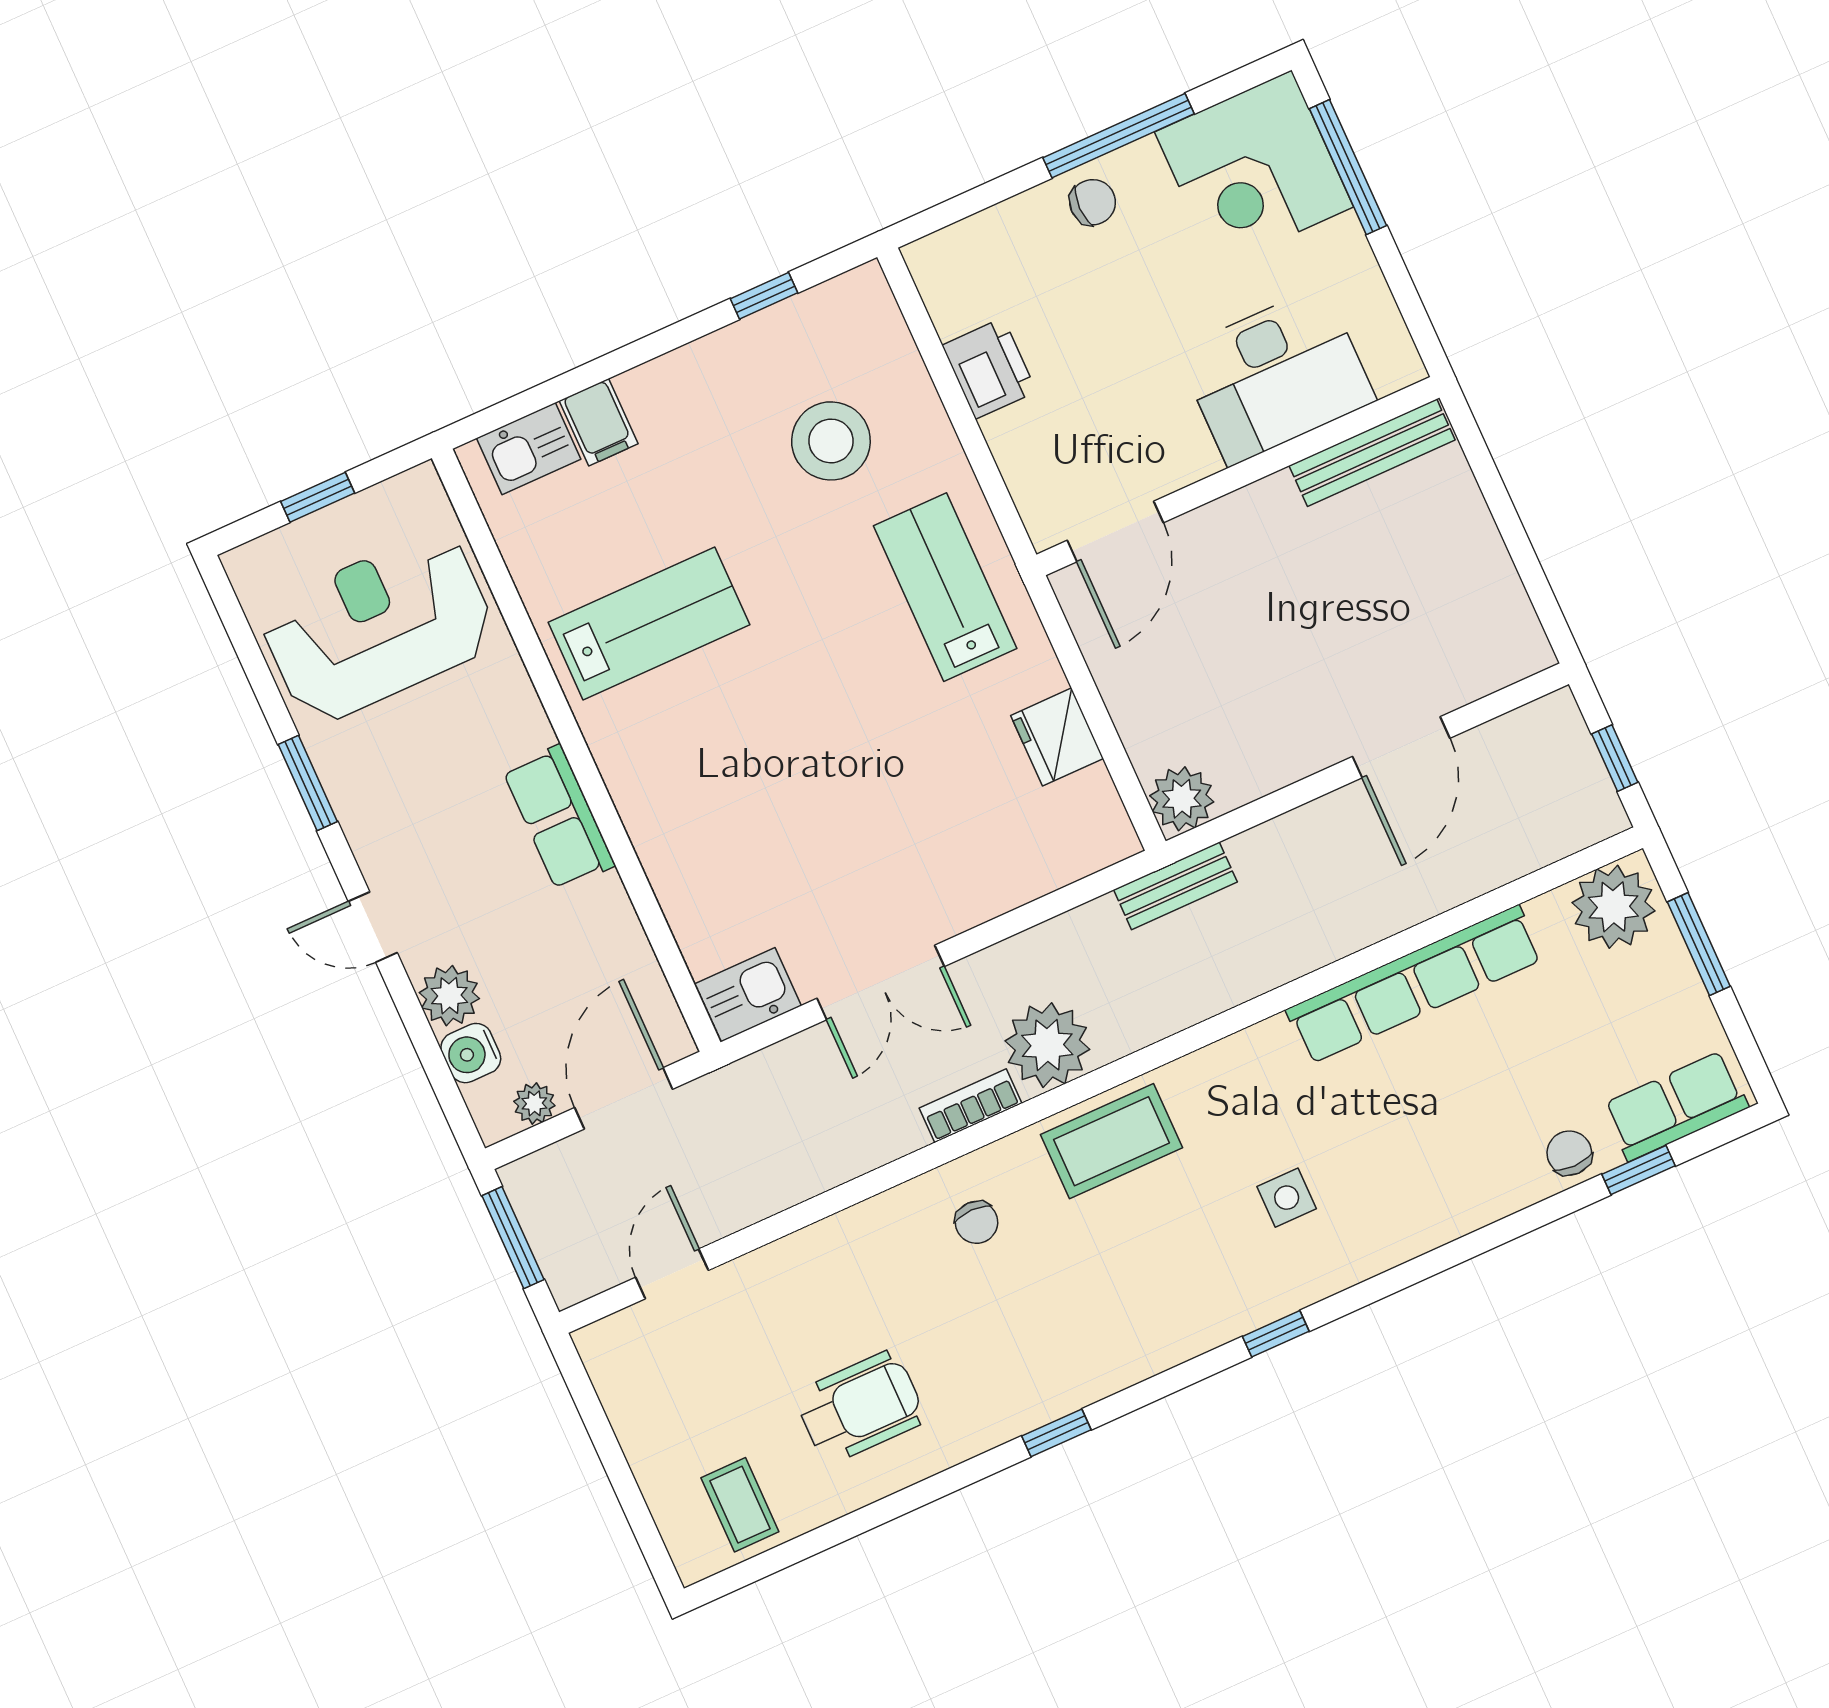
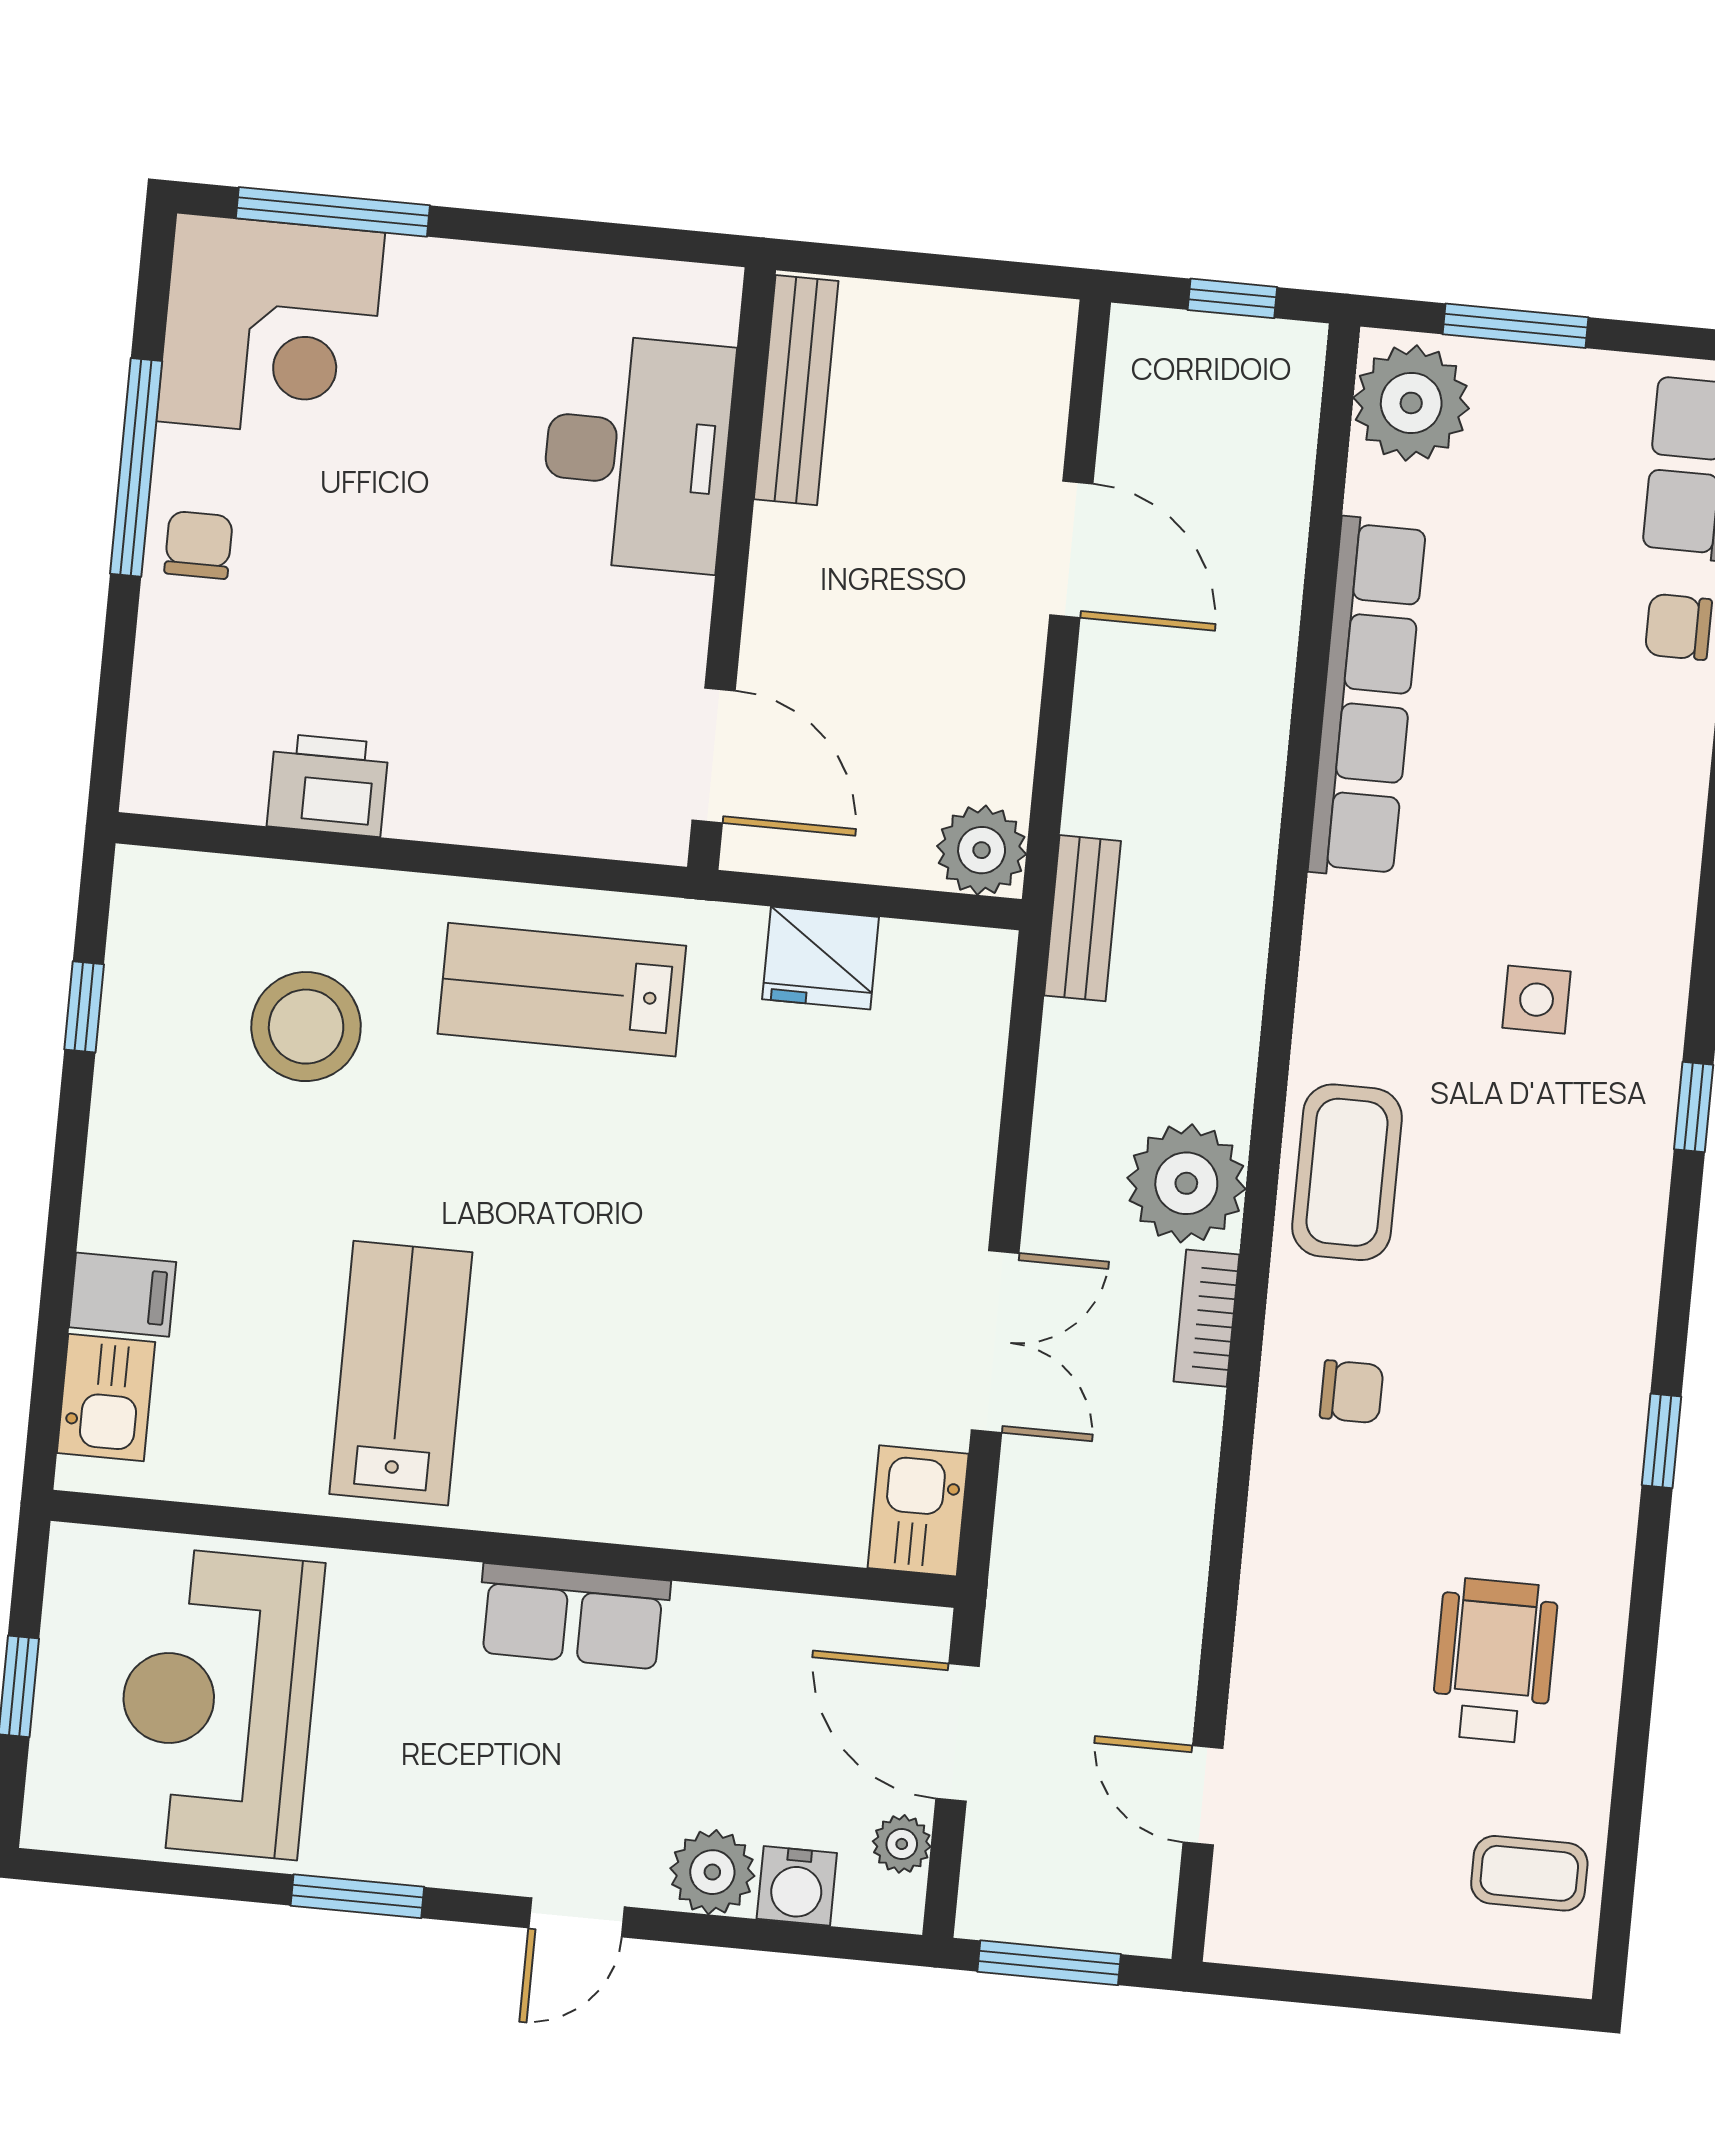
desk: (1276, 376) -> (637, 453), moved
bench: (1372, 453) -> (796, 390), moved
wall: (1238, 476) -> (732, 569), moved
door: (1115, 531) -> (714, 755), moved

